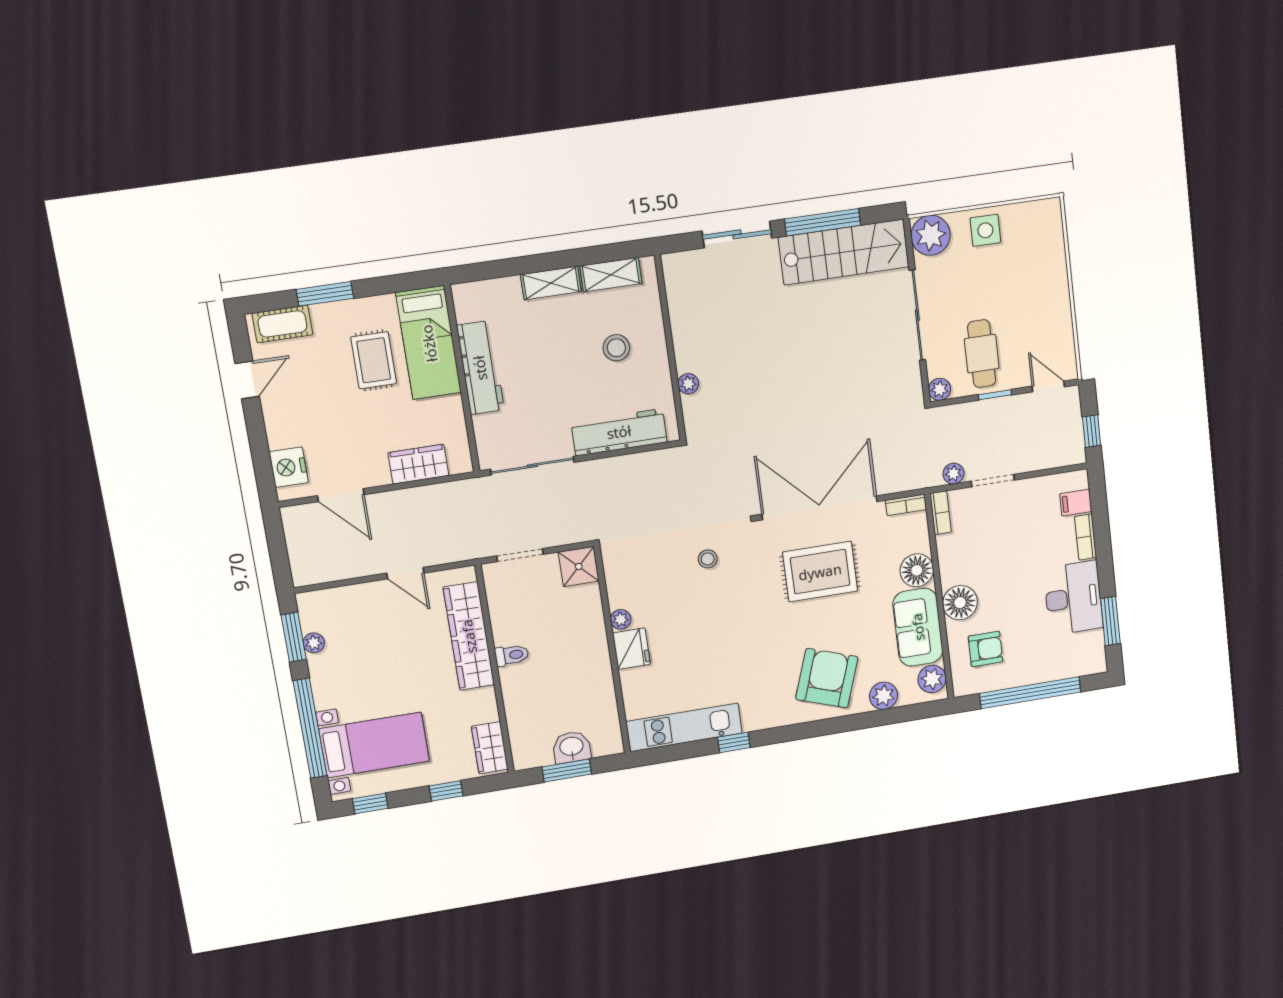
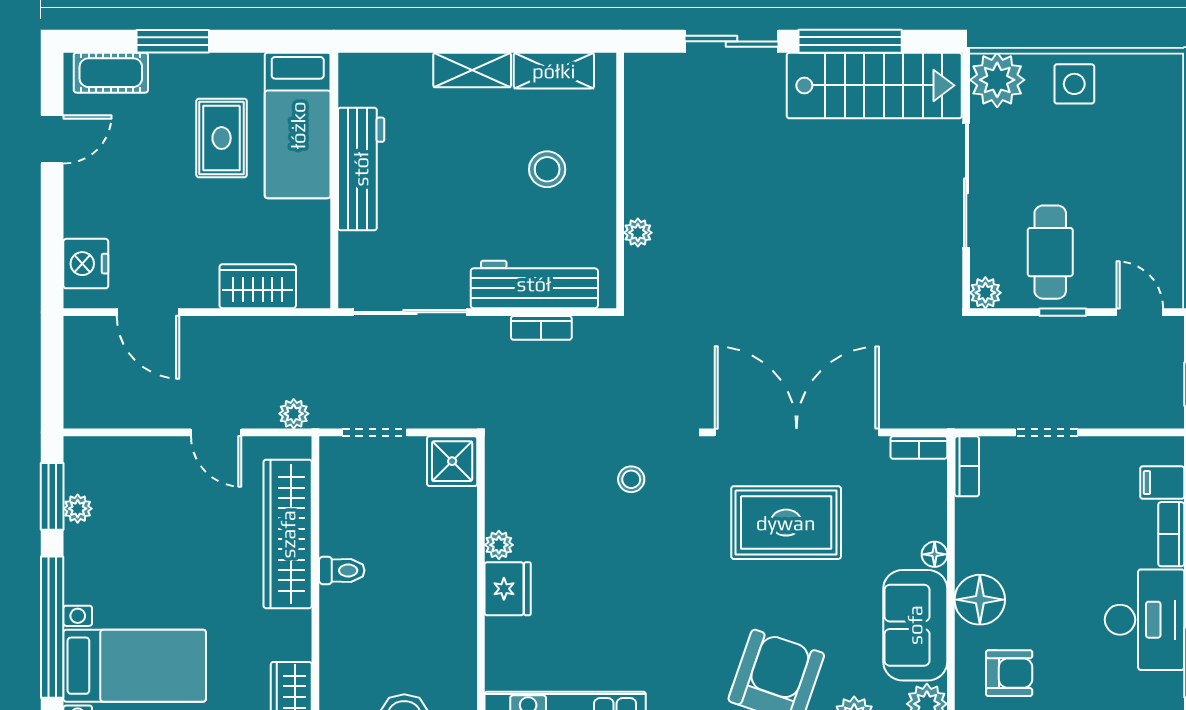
bookcase: (629, 462) -> (541, 328), added
plant: (953, 474) -> (294, 414), moved
floor lamp: (917, 570) -> (935, 554), width x0.53, depth x0.53

